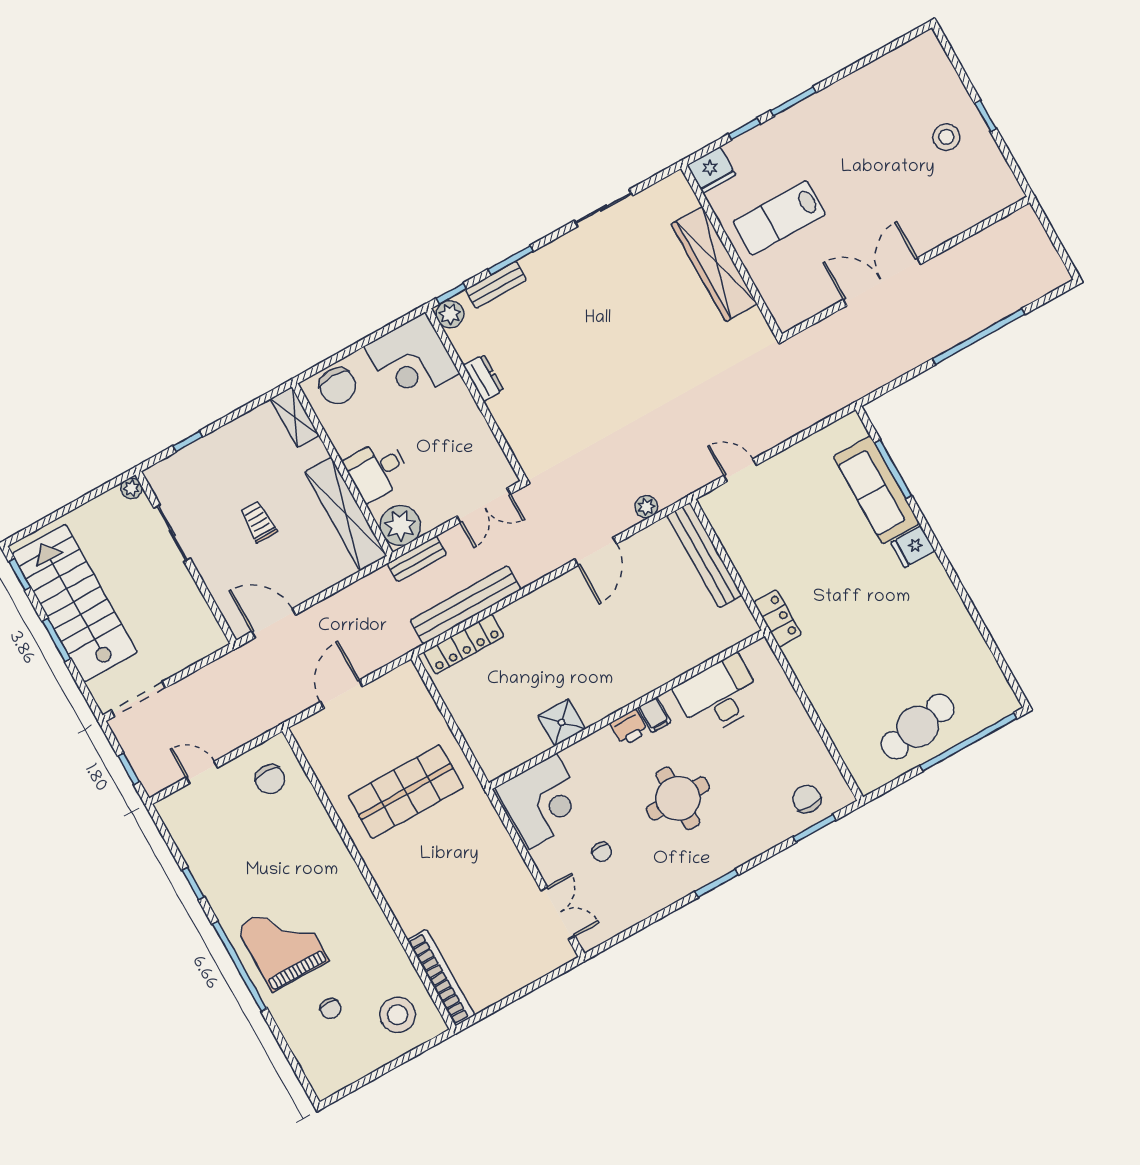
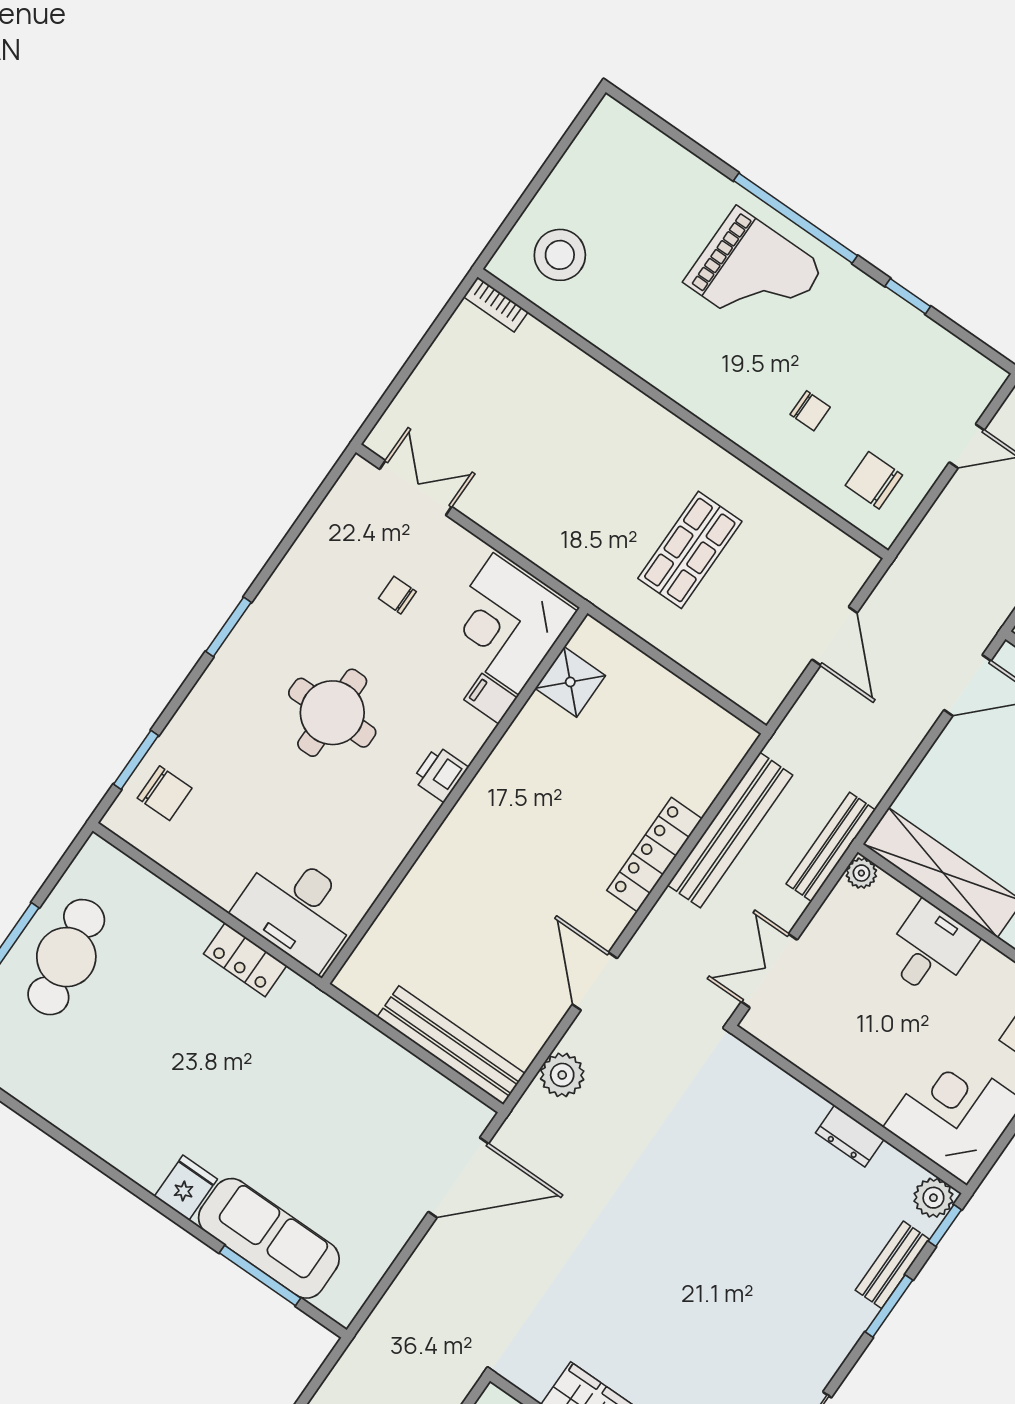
door: (740, 470) -> (458, 1178), width x1.87
plant: (646, 507) -> (562, 1075), width x1.38, depth x1.38
plant: (400, 526) -> (861, 873), width x0.53, depth x0.53
bench: (417, 559) -> (831, 847), width x1.36
locker: (778, 618) -> (245, 960), moved
locker: (464, 644) -> (654, 855), moved
desk: (719, 696) -> (298, 909), moved, turned 90
filing cabinet: (654, 715) -> (490, 699), moved
shower: (562, 722) -> (570, 682), moved
shop shelf: (406, 792) -> (690, 550), width x0.70, depth x0.74
double door: (558, 913) -> (416, 488), swing flipped
bookcase: (441, 978) -> (496, 304), width x0.43, depth x0.76
chair: (331, 1009) -> (810, 411), moved, turned 180

